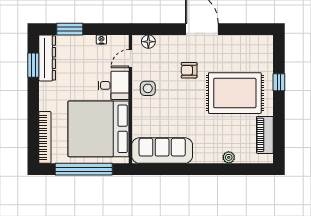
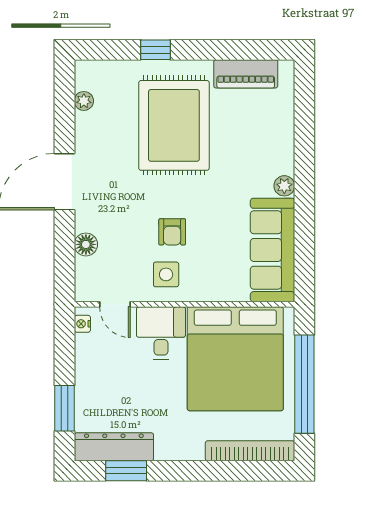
nightstand: (101, 40) -> (82, 324), moved
plant: (249, 40) -> (84, 101), added
floor lamp: (148, 42) -> (86, 244), moved
armchair: (189, 70) -> (172, 232), moved
plant: (229, 157) -> (284, 186), moved

